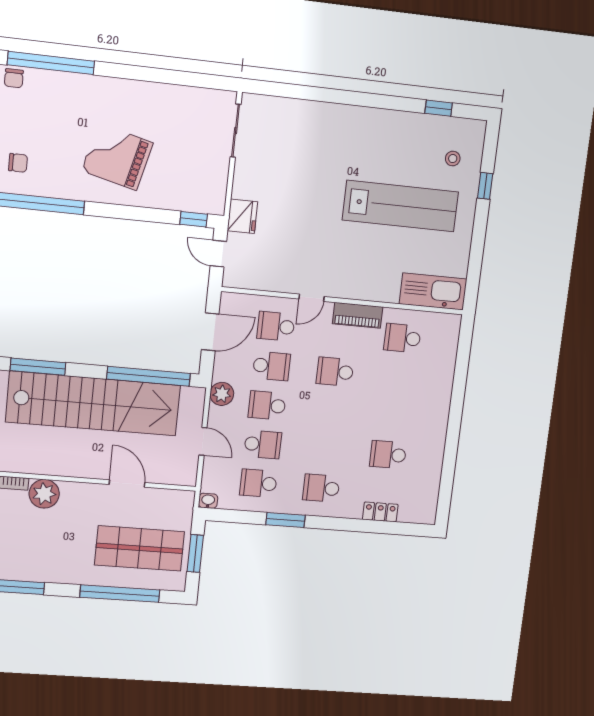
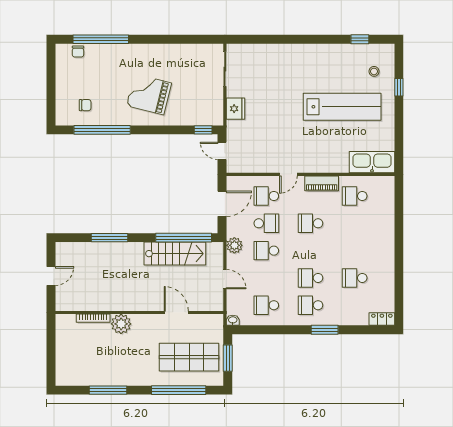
fridge: (242, 216) -> (236, 109), moved
stairs: (93, 404) -> (175, 254), width x0.54, depth x0.66
school desk: (263, 444) -> (310, 278), moved, turned 180
locker: (380, 512) -> (382, 319), moved
window: (285, 520) -> (325, 330), moved

